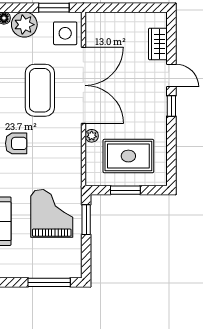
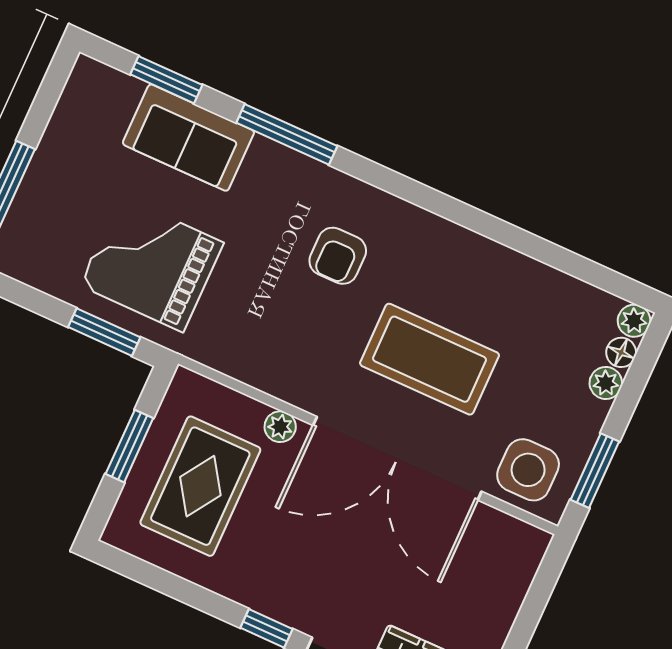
plant: (24, 25) -> (606, 383), width x0.53, depth x0.53
grand piano: (52, 213) -> (152, 264), turned 180

